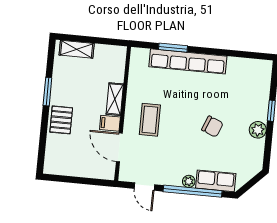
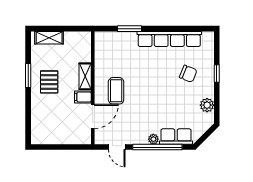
row of seats: (188, 61) -> (169, 39), moved
pallet: (61, 120) -> (49, 82), moved
chair: (212, 127) -> (188, 74), moved
plant: (258, 130) -> (207, 105), moved
door: (119, 147) -> (93, 116), swing flipped

